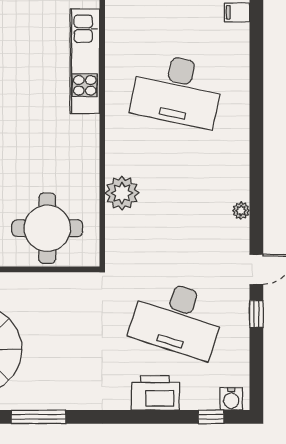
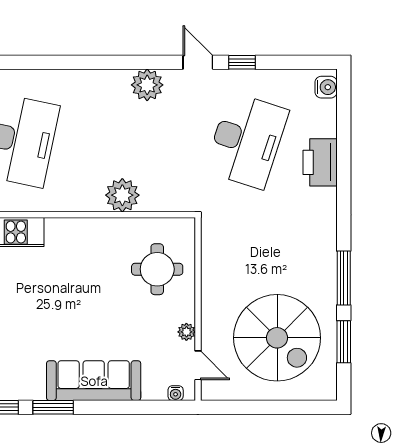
plant: (241, 211) -> (147, 85), width x1.87, depth x1.87
round table: (47, 228) -> (157, 269), width x0.73, depth x0.73
window: (211, 417) -> (344, 107), removed

